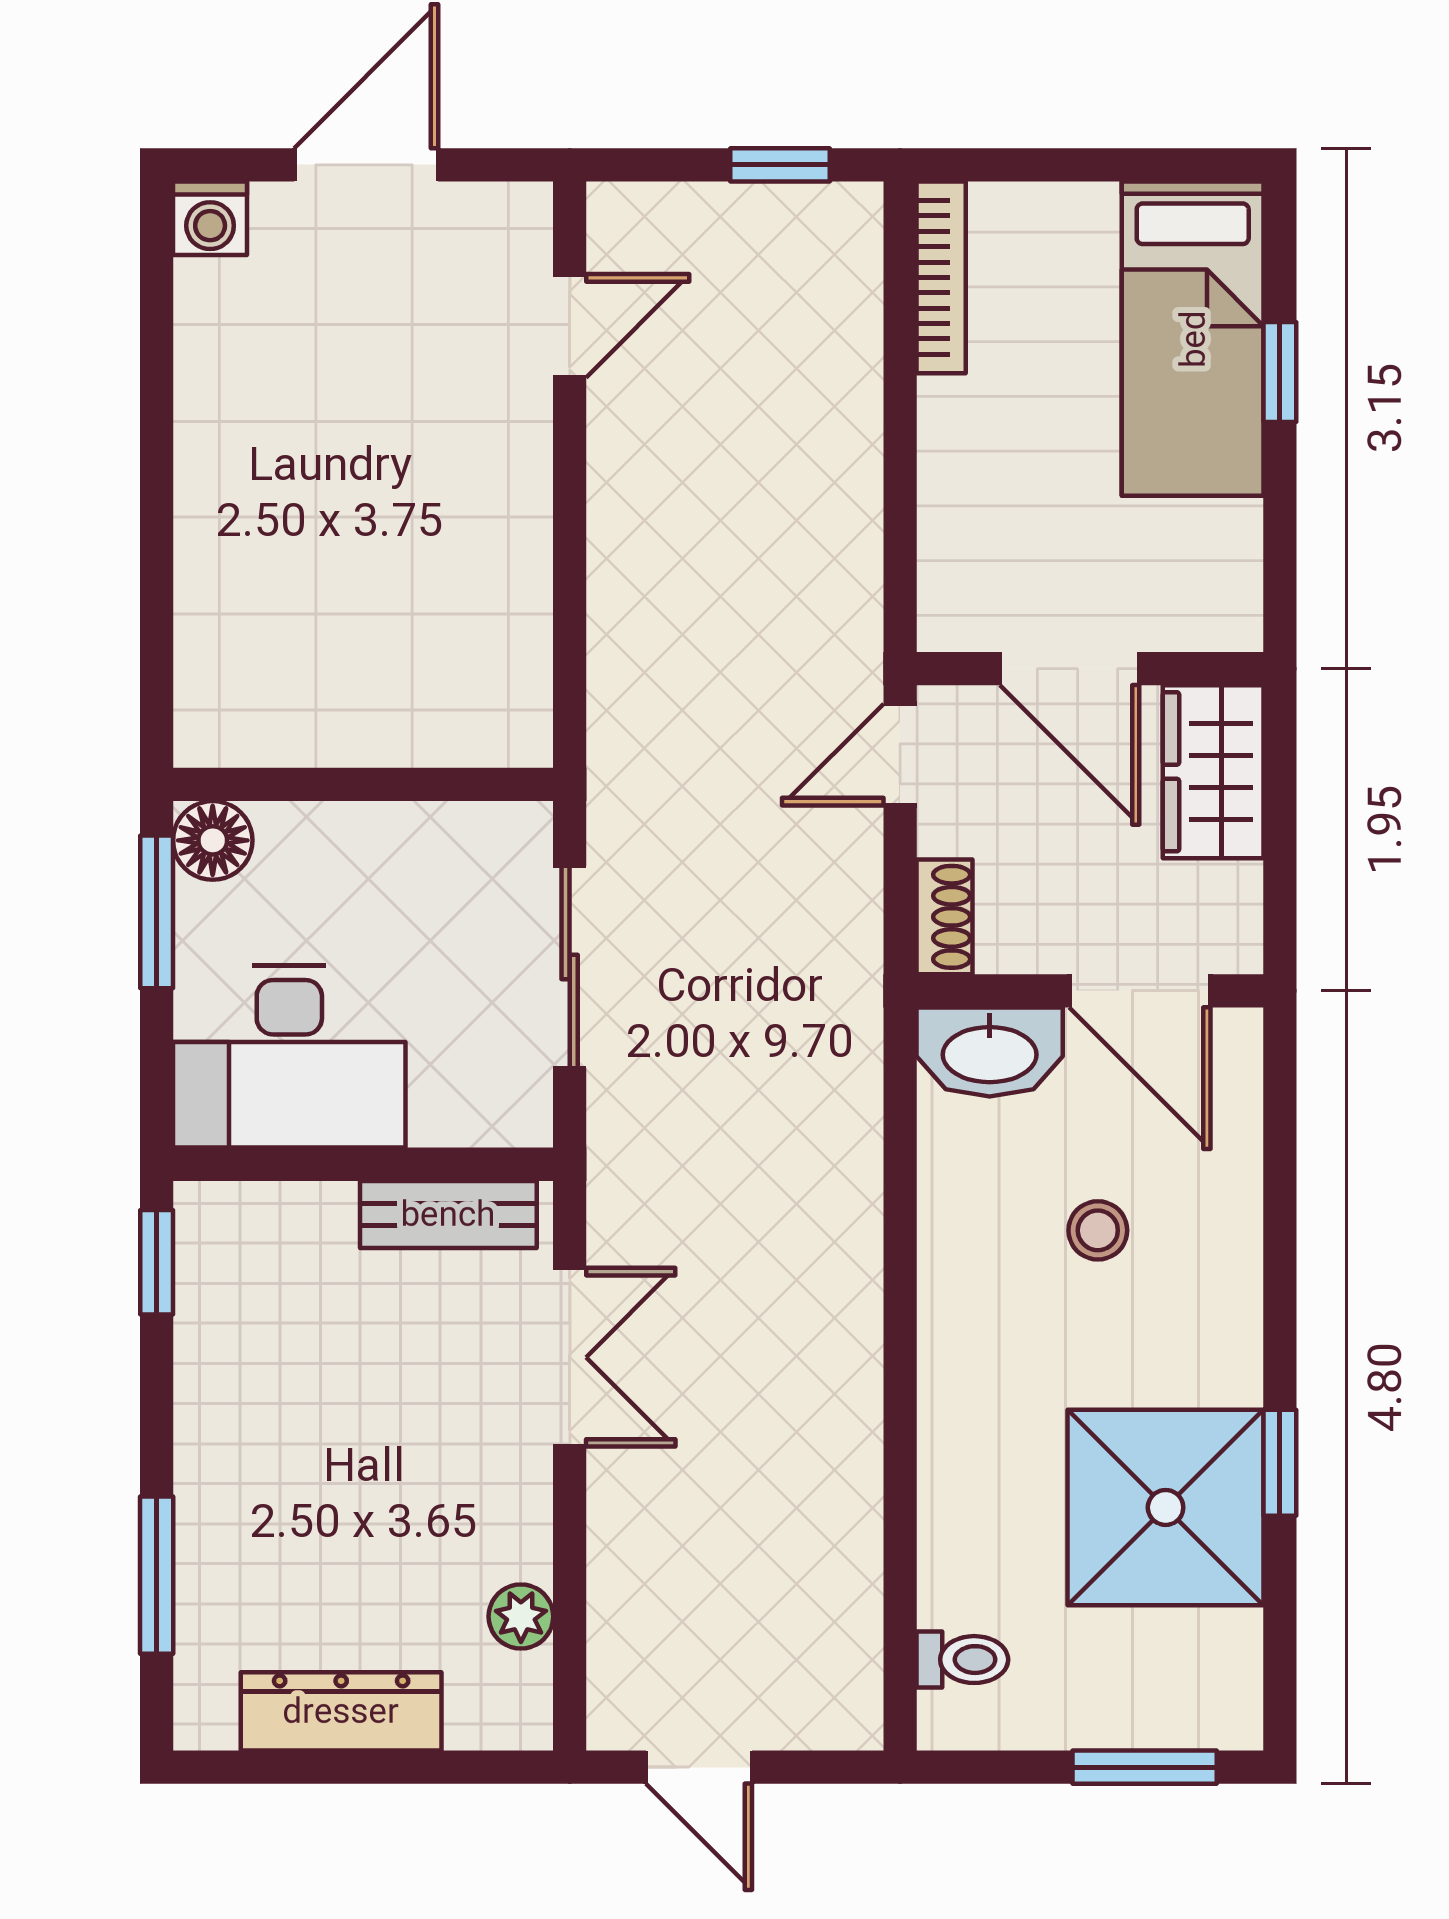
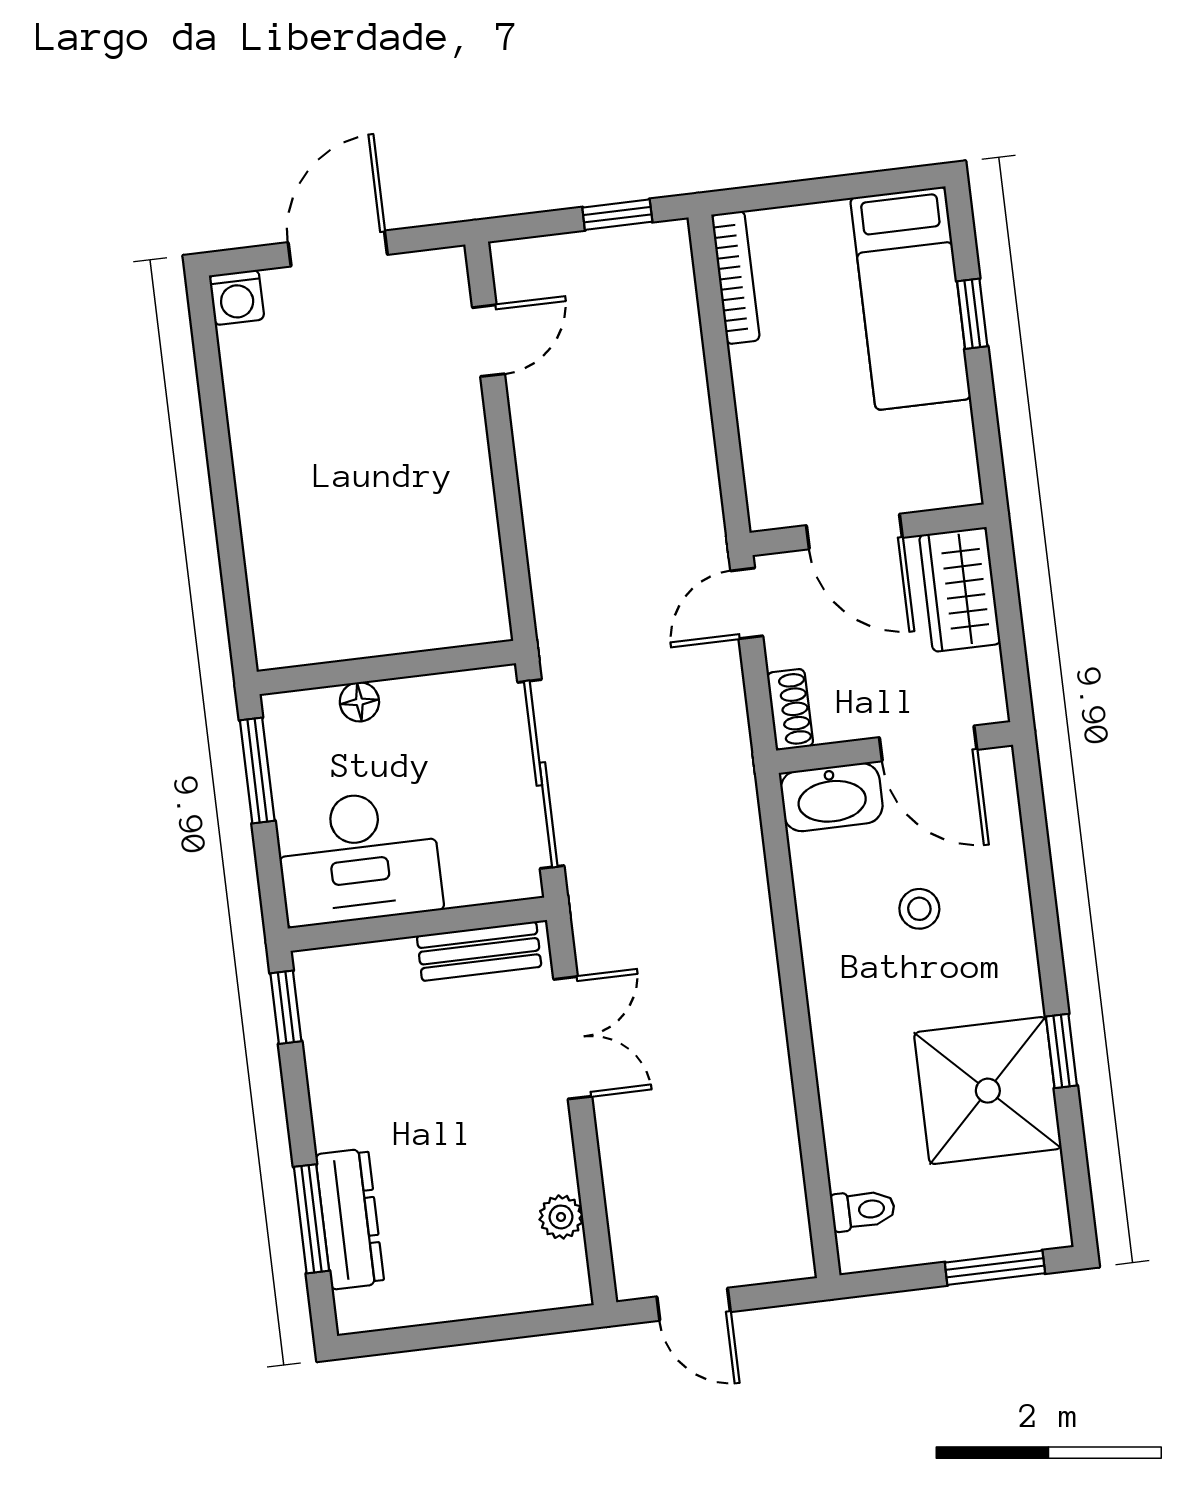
floor lamp: (213, 840) -> (359, 702), moved, width x0.73, depth x0.73
sliding door: (570, 967) -> (541, 774), width x1.37
dresser: (341, 1711) -> (350, 1219), moved, turned 90

